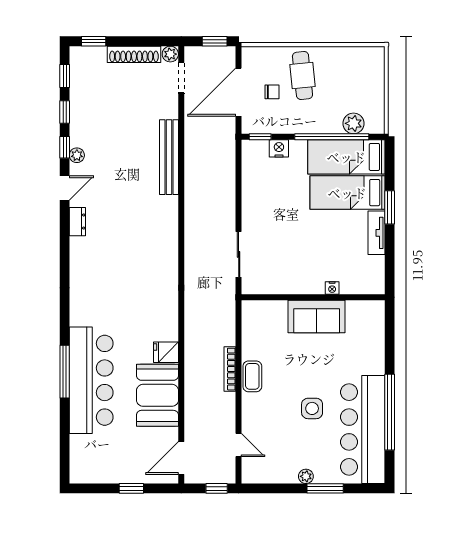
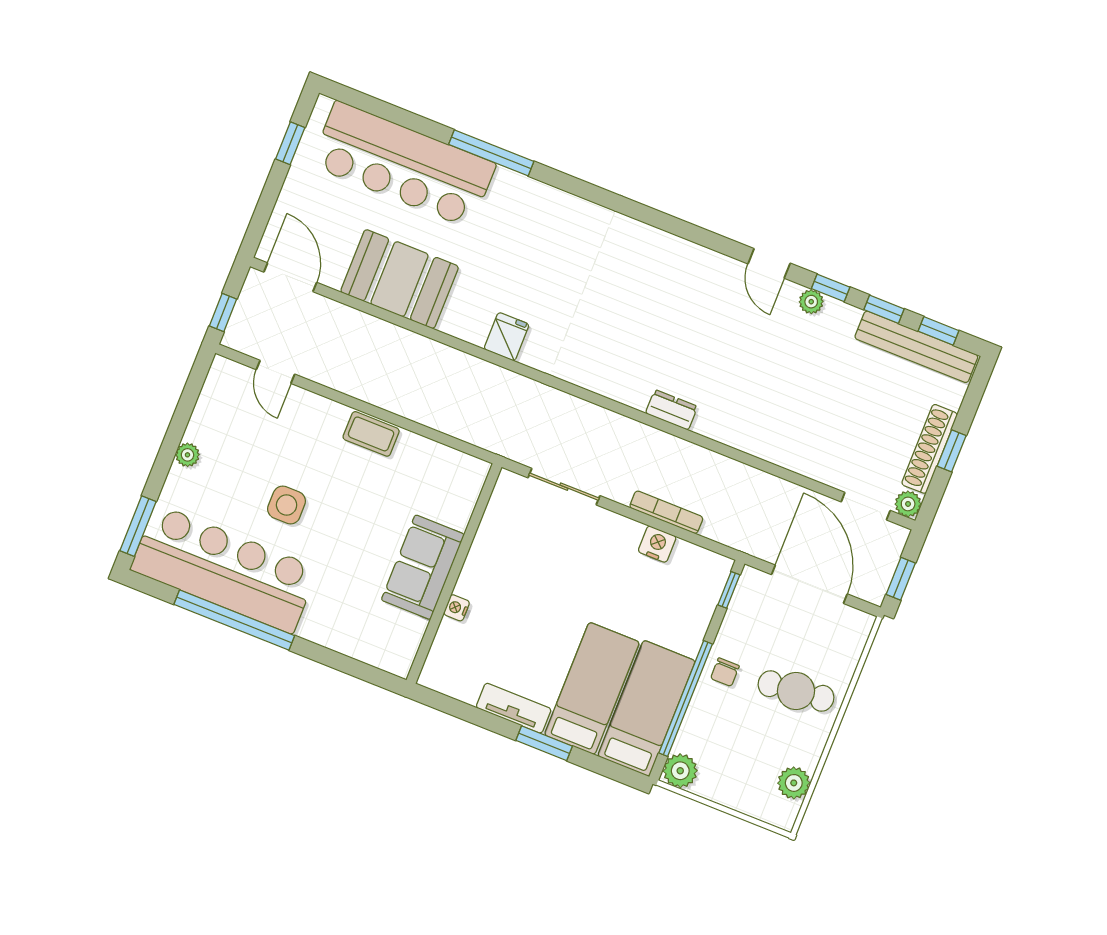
window: (94, 41) -> (952, 451), moved
plant: (355, 56) -> (794, 783), added
chair: (272, 92) -> (725, 672), moved
plant: (353, 123) -> (680, 771), moved
nightstand: (279, 148) -> (657, 544), moved, turned -90
bench: (169, 157) -> (916, 347), moved
dresser: (77, 222) -> (671, 410), moved, turned 180
fridge: (166, 352) -> (506, 337), moved
bookcase: (230, 369) -> (666, 512), moved
bar counter: (91, 380) -> (403, 164), moved
door: (239, 445) -> (276, 372), hinge flipped
window: (131, 488) -> (290, 143), moved
window: (325, 488) -> (138, 526), moved

